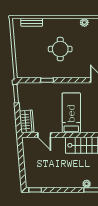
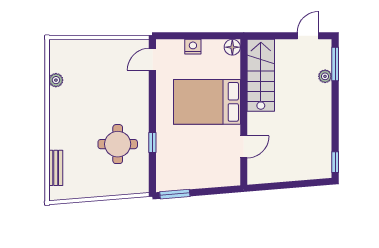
round table: (60, 49) -> (118, 144), moved
bed: (71, 113) -> (207, 102), width x1.50
wardrobe: (27, 121) -> (221, 176), removed

